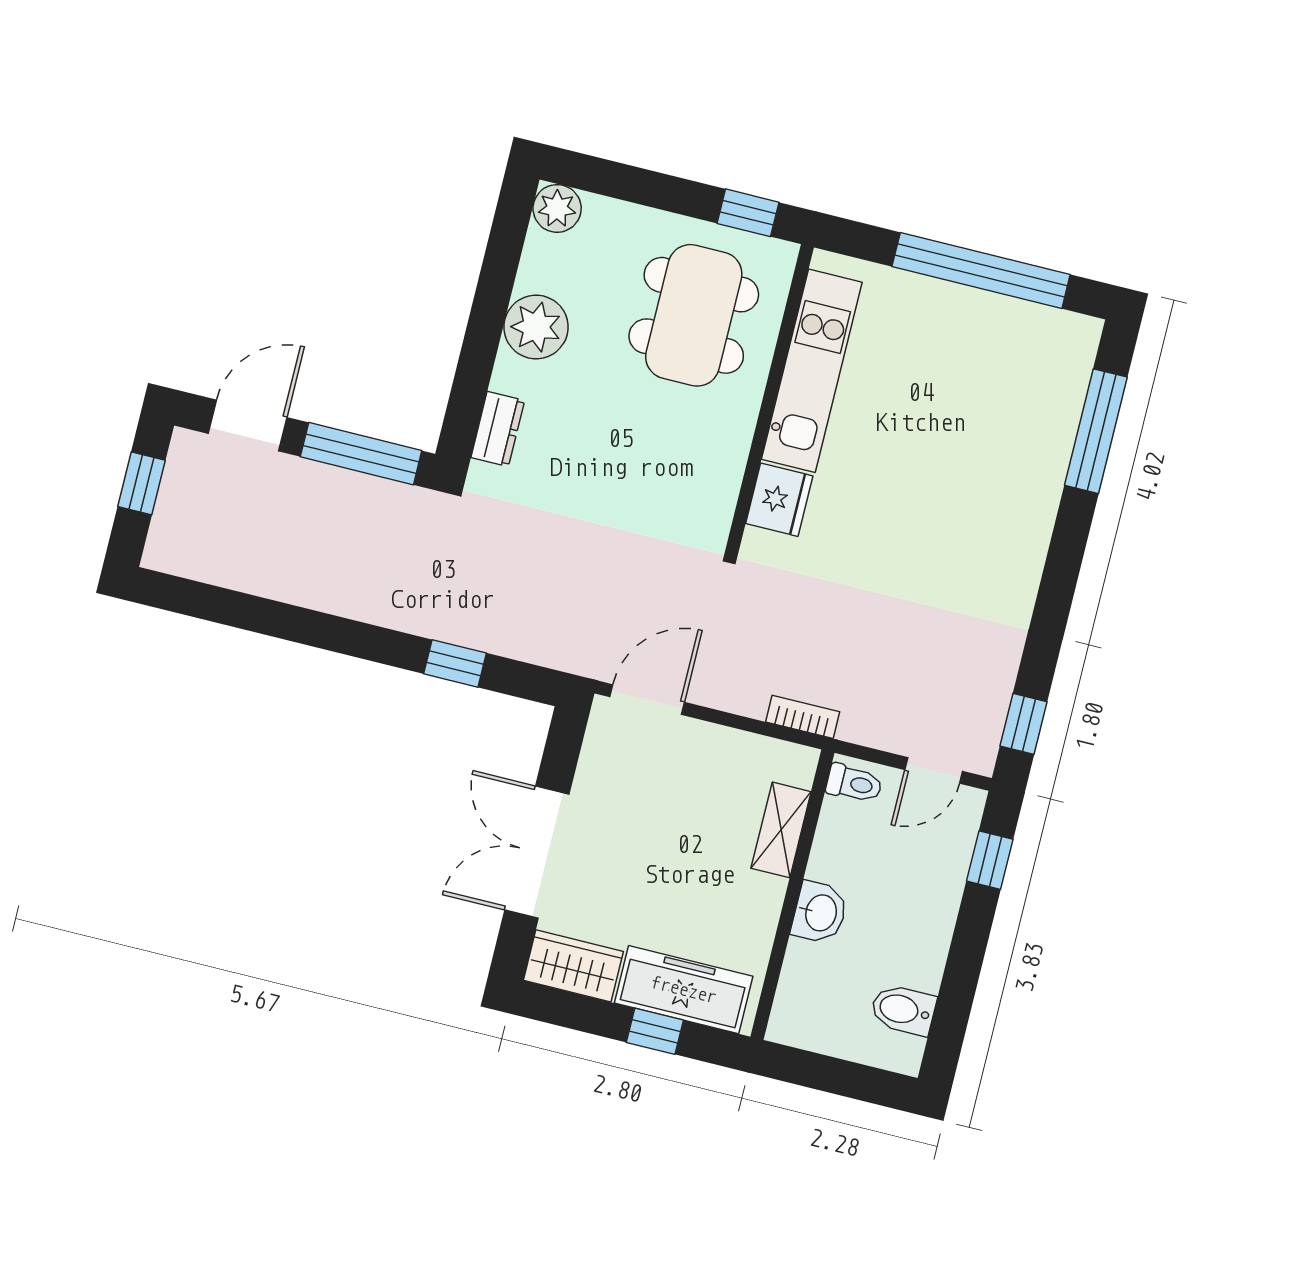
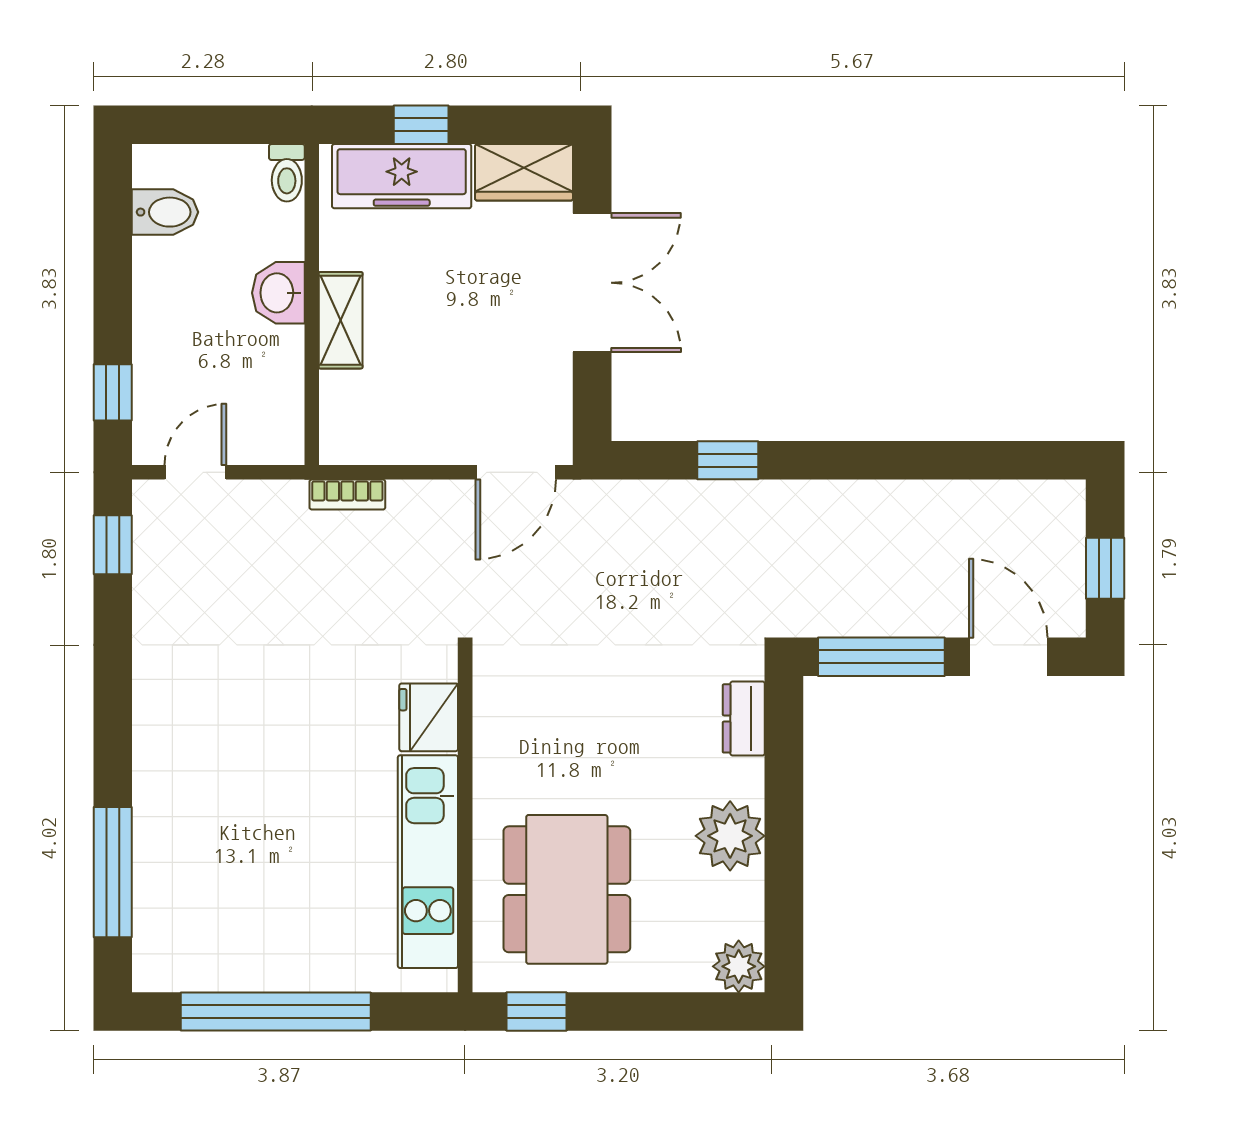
door: (248, 426) -> (1008, 657), swing flipped
toilet: (854, 783) -> (287, 173), moved, turned -90
shelving: (781, 830) -> (341, 320), moved

